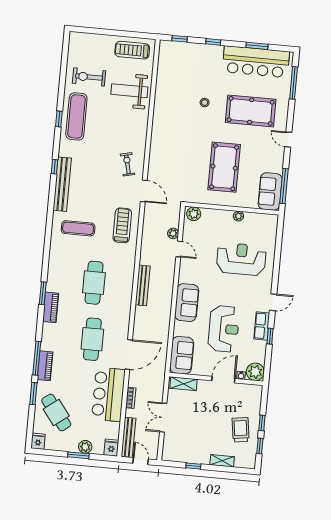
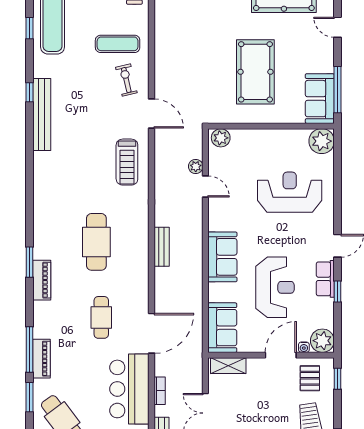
plant: (238, 216) -> (322, 141), moved, width x1.87, depth x1.87
treadmill: (122, 225) -> (127, 162), turned 180
exercise mat: (78, 228) -> (118, 44), moved
bench: (143, 285) -> (162, 247), width x0.73
cafe table: (92, 339) -> (101, 317), width x0.73, depth x0.74
pallet: (243, 399) -> (310, 378), added
window: (262, 423) -> (338, 379), moved

